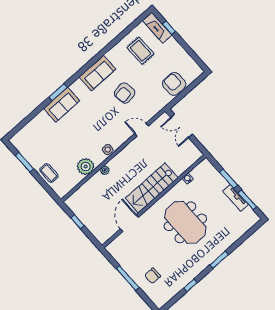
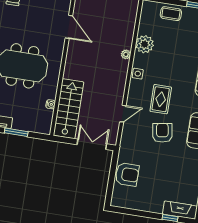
rug: (140, 51) -> (161, 99), moved, turned 90
stairs: (152, 188) -> (68, 109), moved

